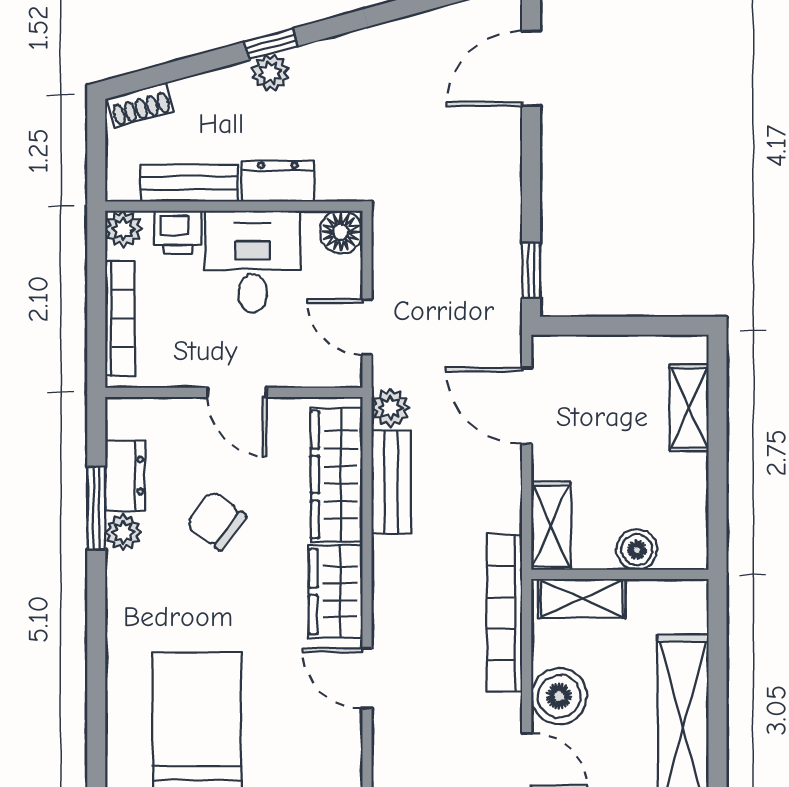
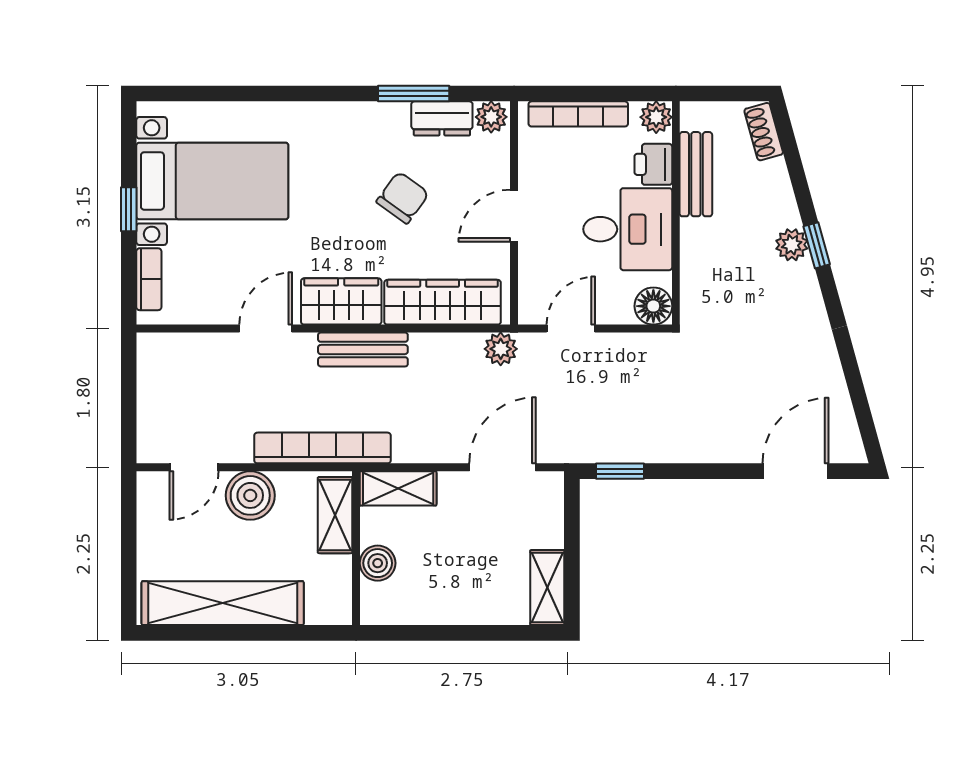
door: (531, 68) -> (795, 471), hinge flipped
dresser: (278, 181) -> (698, 251), removed
shelving: (689, 408) -> (547, 588), moved, turned 90
bench: (391, 482) -> (363, 350), moved
plant: (123, 532) -> (491, 117), moved

